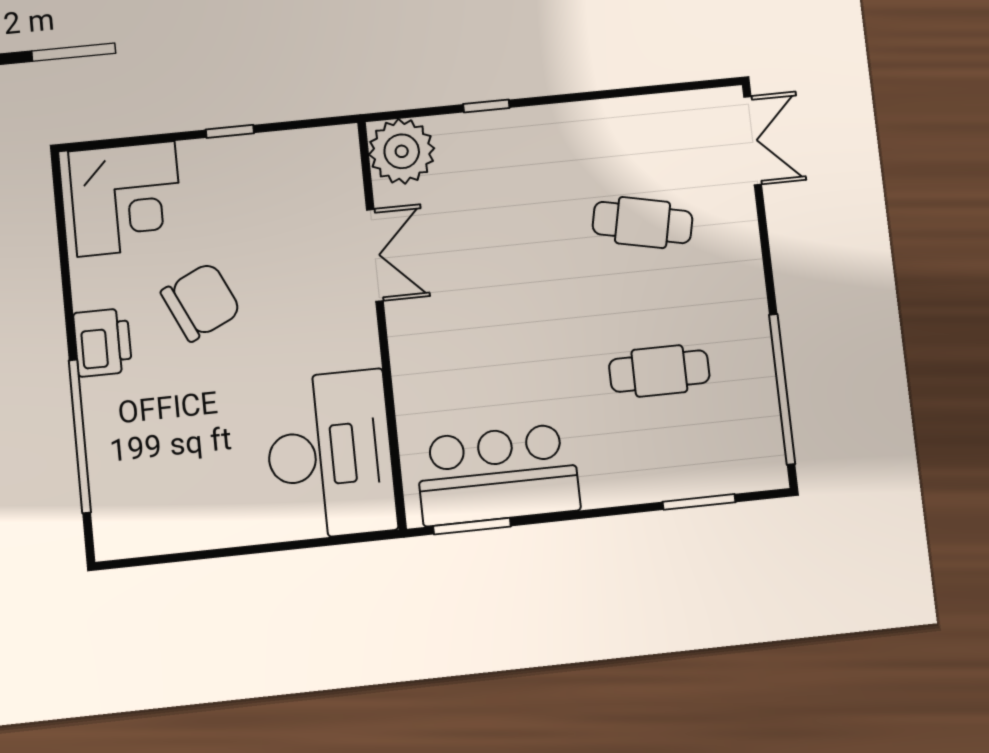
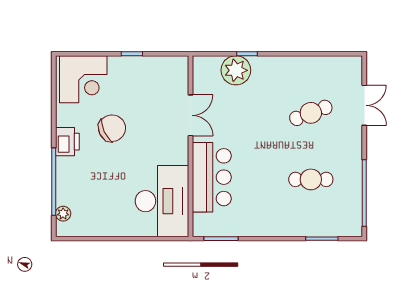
double door: (753, 141) -> (364, 105), moved
plant: (402, 151) -> (236, 70), moved
cafe table: (643, 223) -> (311, 113), turned -33
bar counter: (498, 475) -> (212, 177), moved, turned 90
plant: (108, 507) -> (63, 214), added

